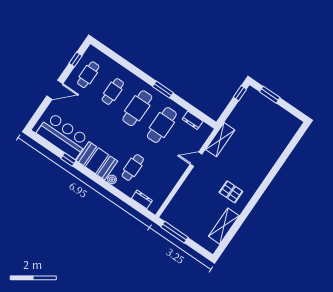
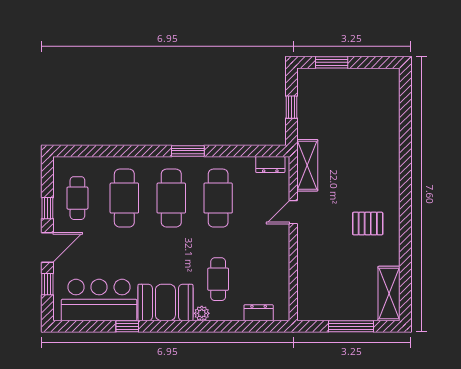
window: (76, 59) -> (47, 208), moved
cafe table: (113, 91) -> (124, 198), width x1.37, depth x1.35
window: (240, 93) -> (291, 107), moved
window: (42, 109) -> (47, 284), added
dresser: (193, 120) -> (270, 165), moved
shelving: (224, 226) -> (389, 294), moved
window: (174, 232) -> (351, 326), moved

